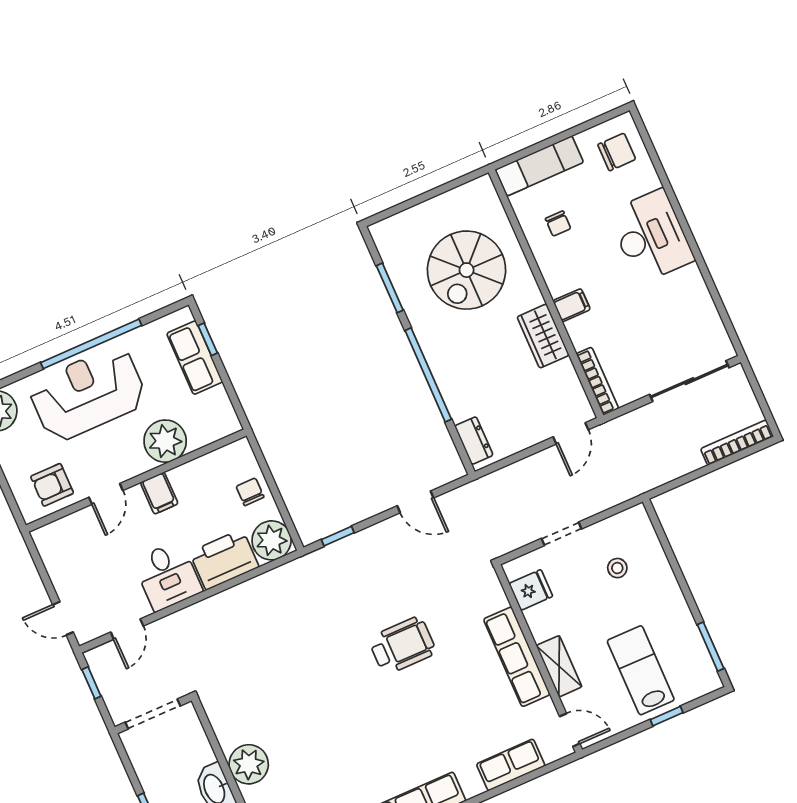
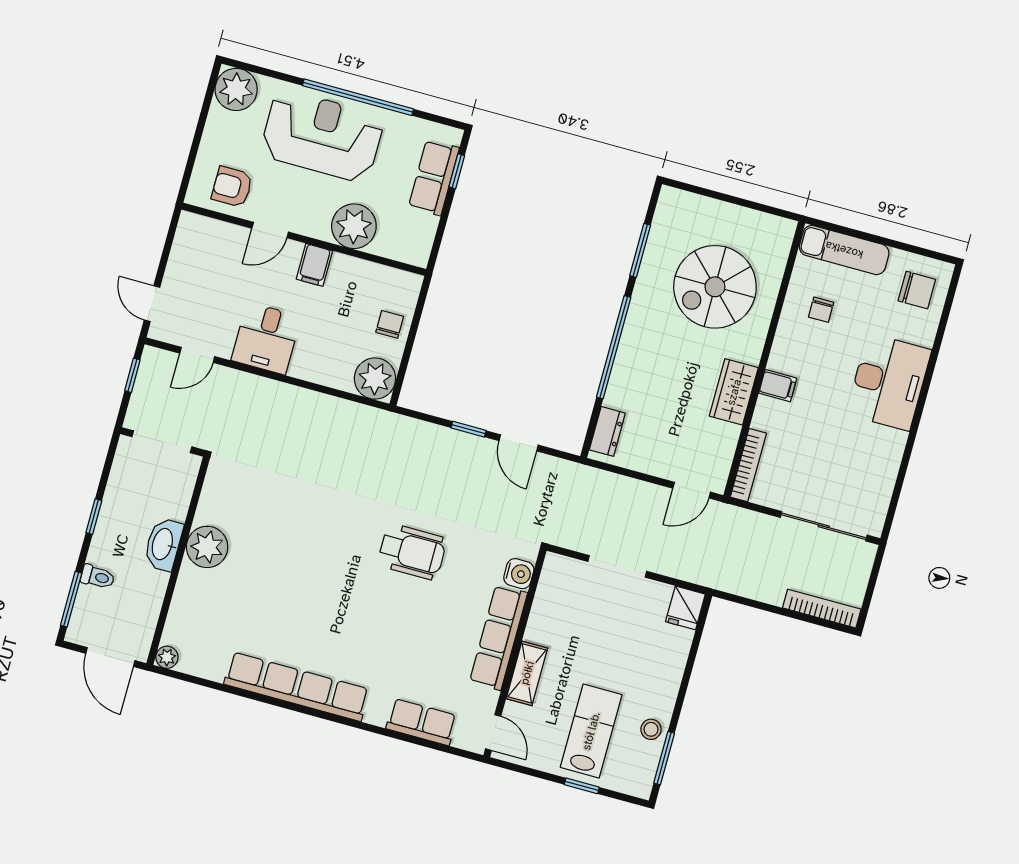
doorway: (562, 534) -> (617, 566), width x1.38
window: (338, 536) -> (469, 429), moved
printer: (224, 560) -> (323, 363), removed
stool: (617, 568) -> (651, 729), moved
fridge: (531, 590) -> (685, 608), moved, turned 90
water cooler: (494, 598) -> (519, 574), added

